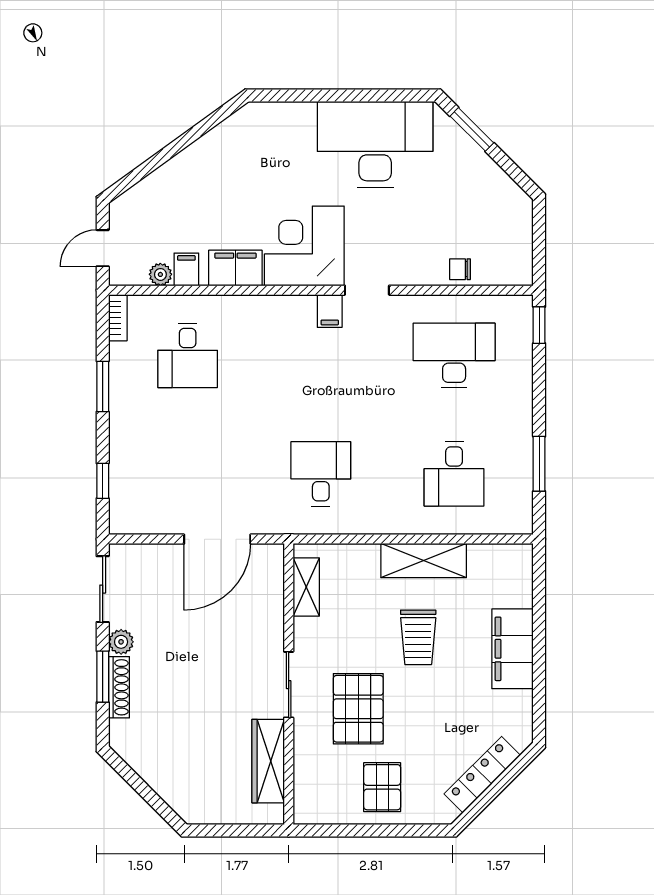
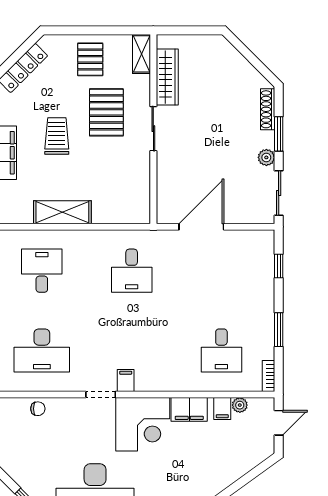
desk: (188, 355) -> (221, 351), turned 180
shelving: (306, 587) -> (142, 54), moved
trolley: (418, 637) -> (57, 136), moved
shoe rack: (119, 687) -> (268, 109), moved

